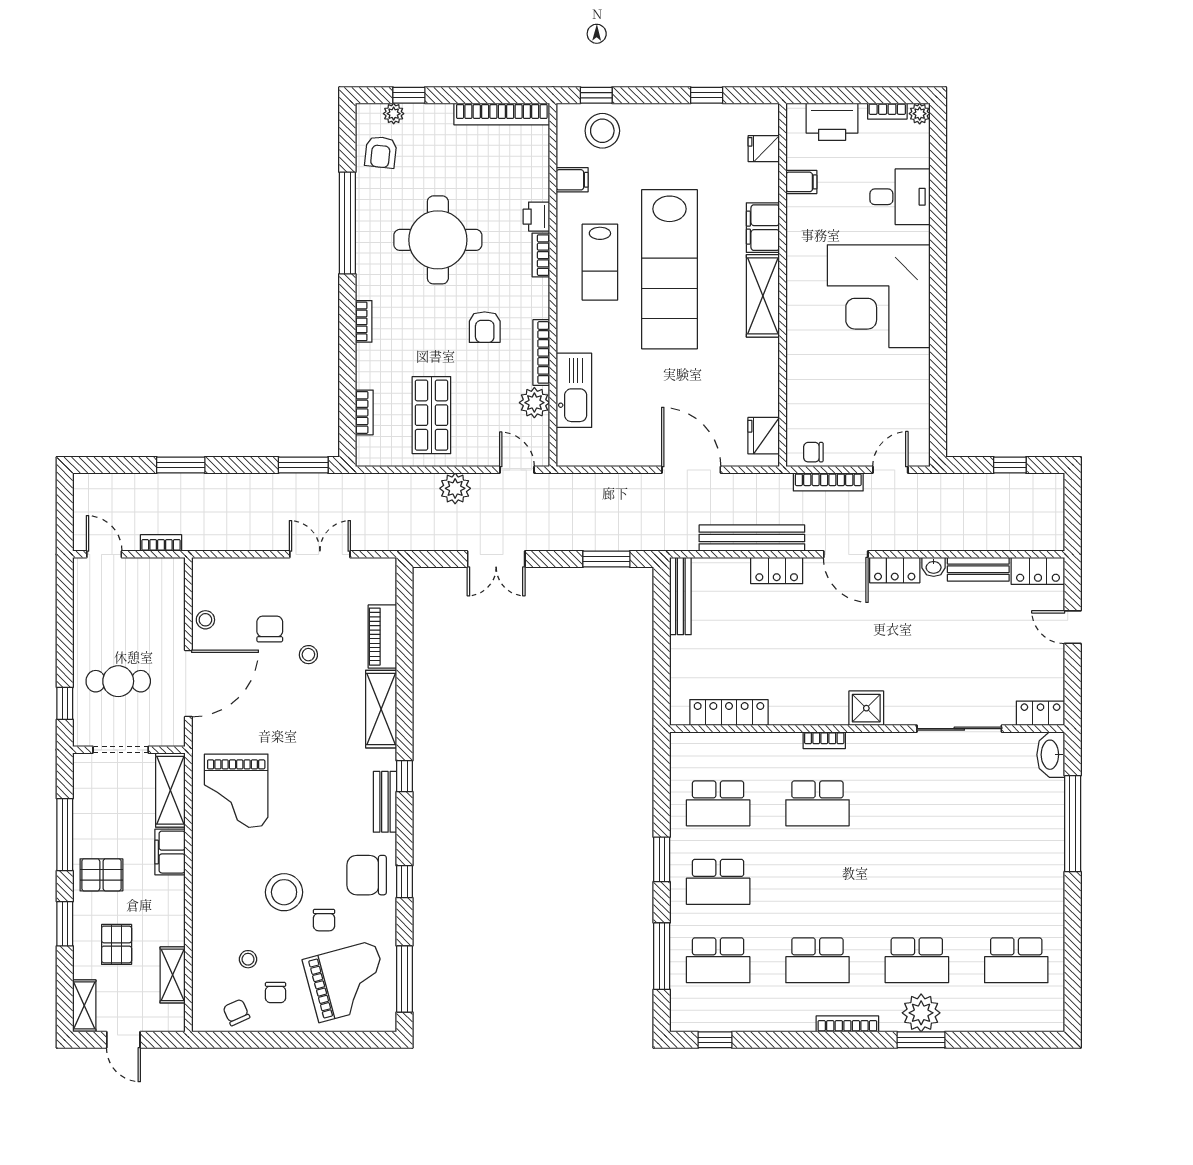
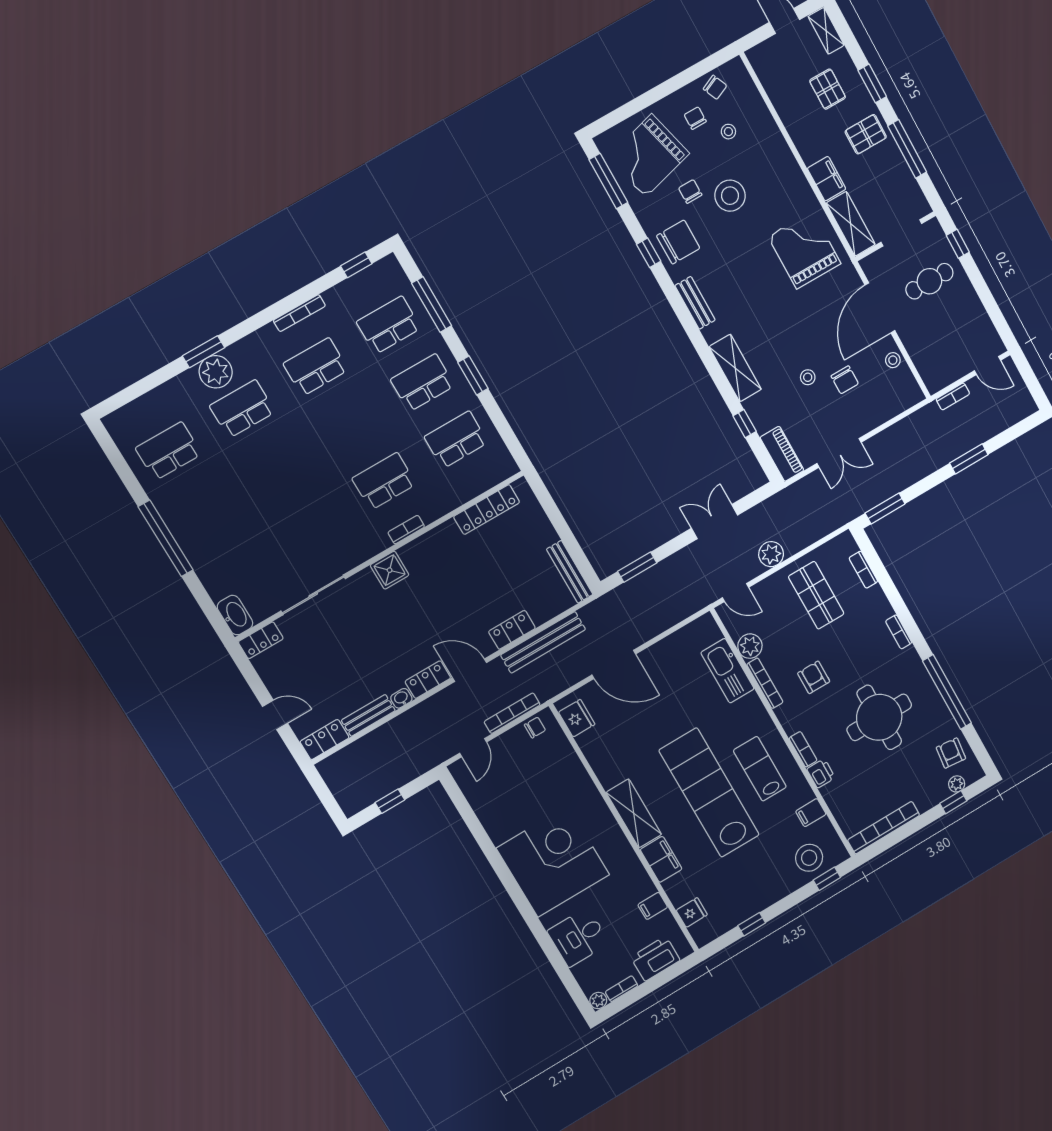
piano: (382, 637) -> (782, 454), moved
window: (404, 776) -> (745, 424), moved
window: (1073, 824) -> (166, 538), moved
shelving: (173, 975) -> (776, 89), removed
bookcase: (847, 1024) -> (299, 313), moved

